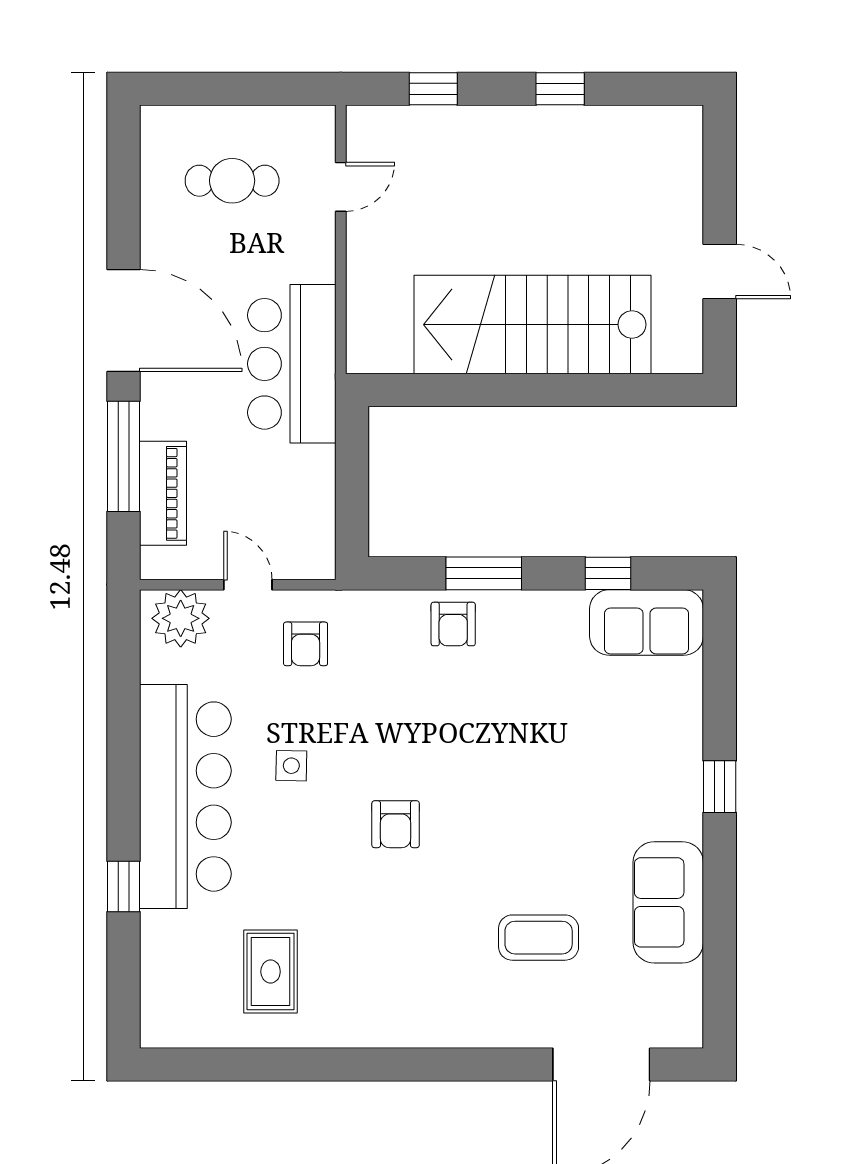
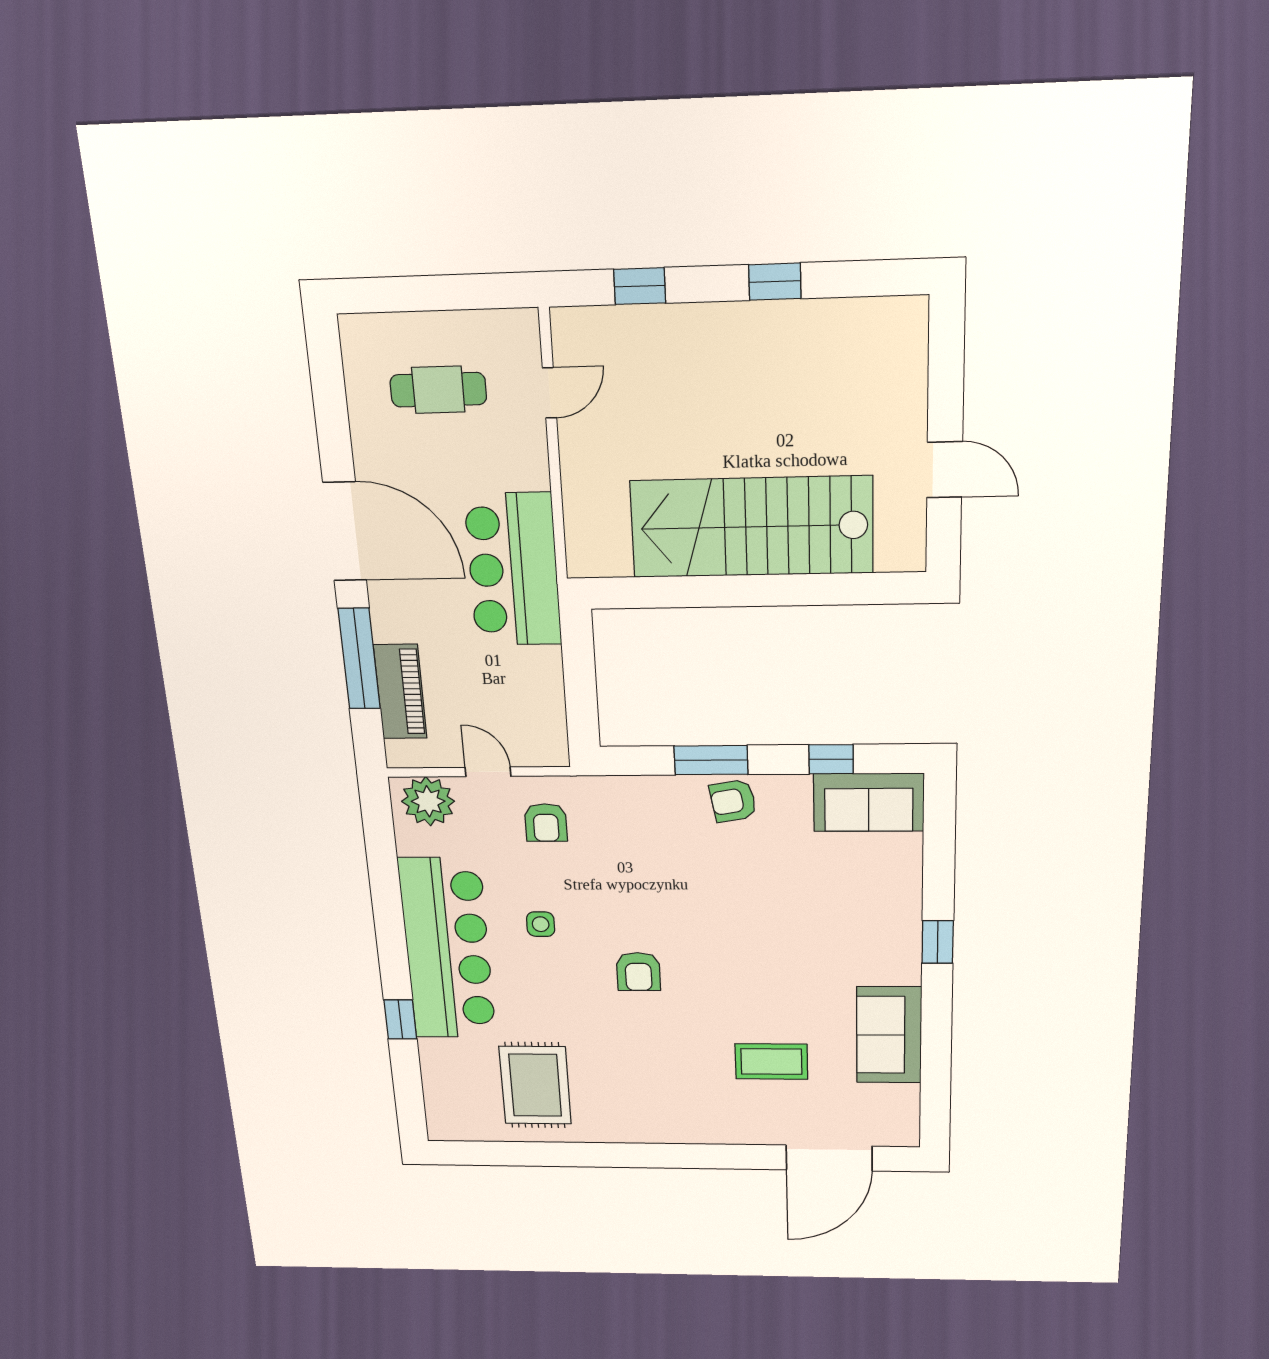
armchair: (453, 624) -> (733, 801), moved, turned 80
rug: (271, 972) -> (535, 1085), width x1.36, depth x1.43

